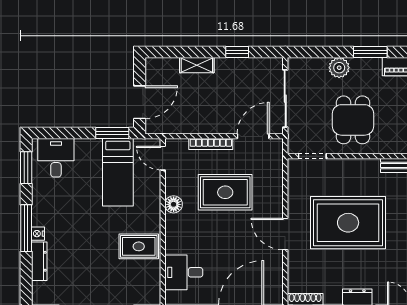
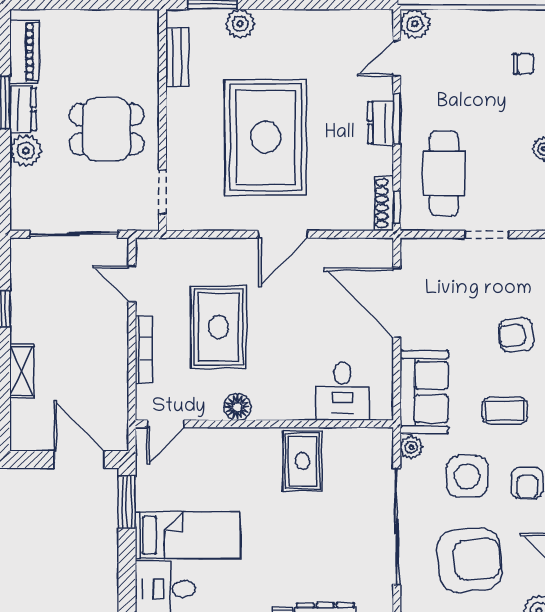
dresser: (366, 66) -> (23, 109), added
door: (253, 136) -> (132, 284), width x0.73
bed: (118, 172) -> (188, 535), moved

